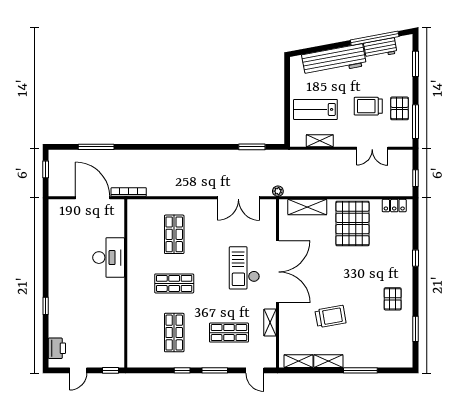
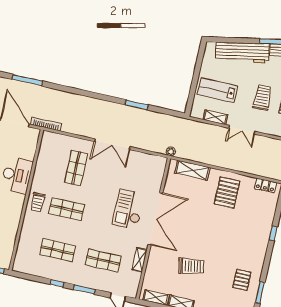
trolley: (368, 106) -> (262, 97), turned 88
window: (252, 147) -> (137, 105), moved
double door: (372, 148) -> (242, 130), moved
double door: (238, 198) -> (112, 144), moved
pallet: (352, 223) -> (227, 193), width x0.73, depth x0.71
trolley: (139, 283) -> (38, 202), added
pallet: (393, 299) -> (242, 280), moved
shop shelf: (174, 333) -> (57, 250), turned 90

